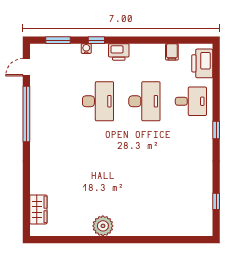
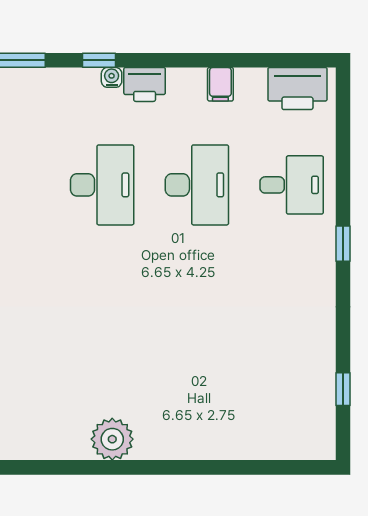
water cooler: (86, 49) -> (112, 77), moved
filing cabinet: (172, 52) -> (220, 84), moved
printer: (202, 63) -> (297, 88), moved, turned -90

